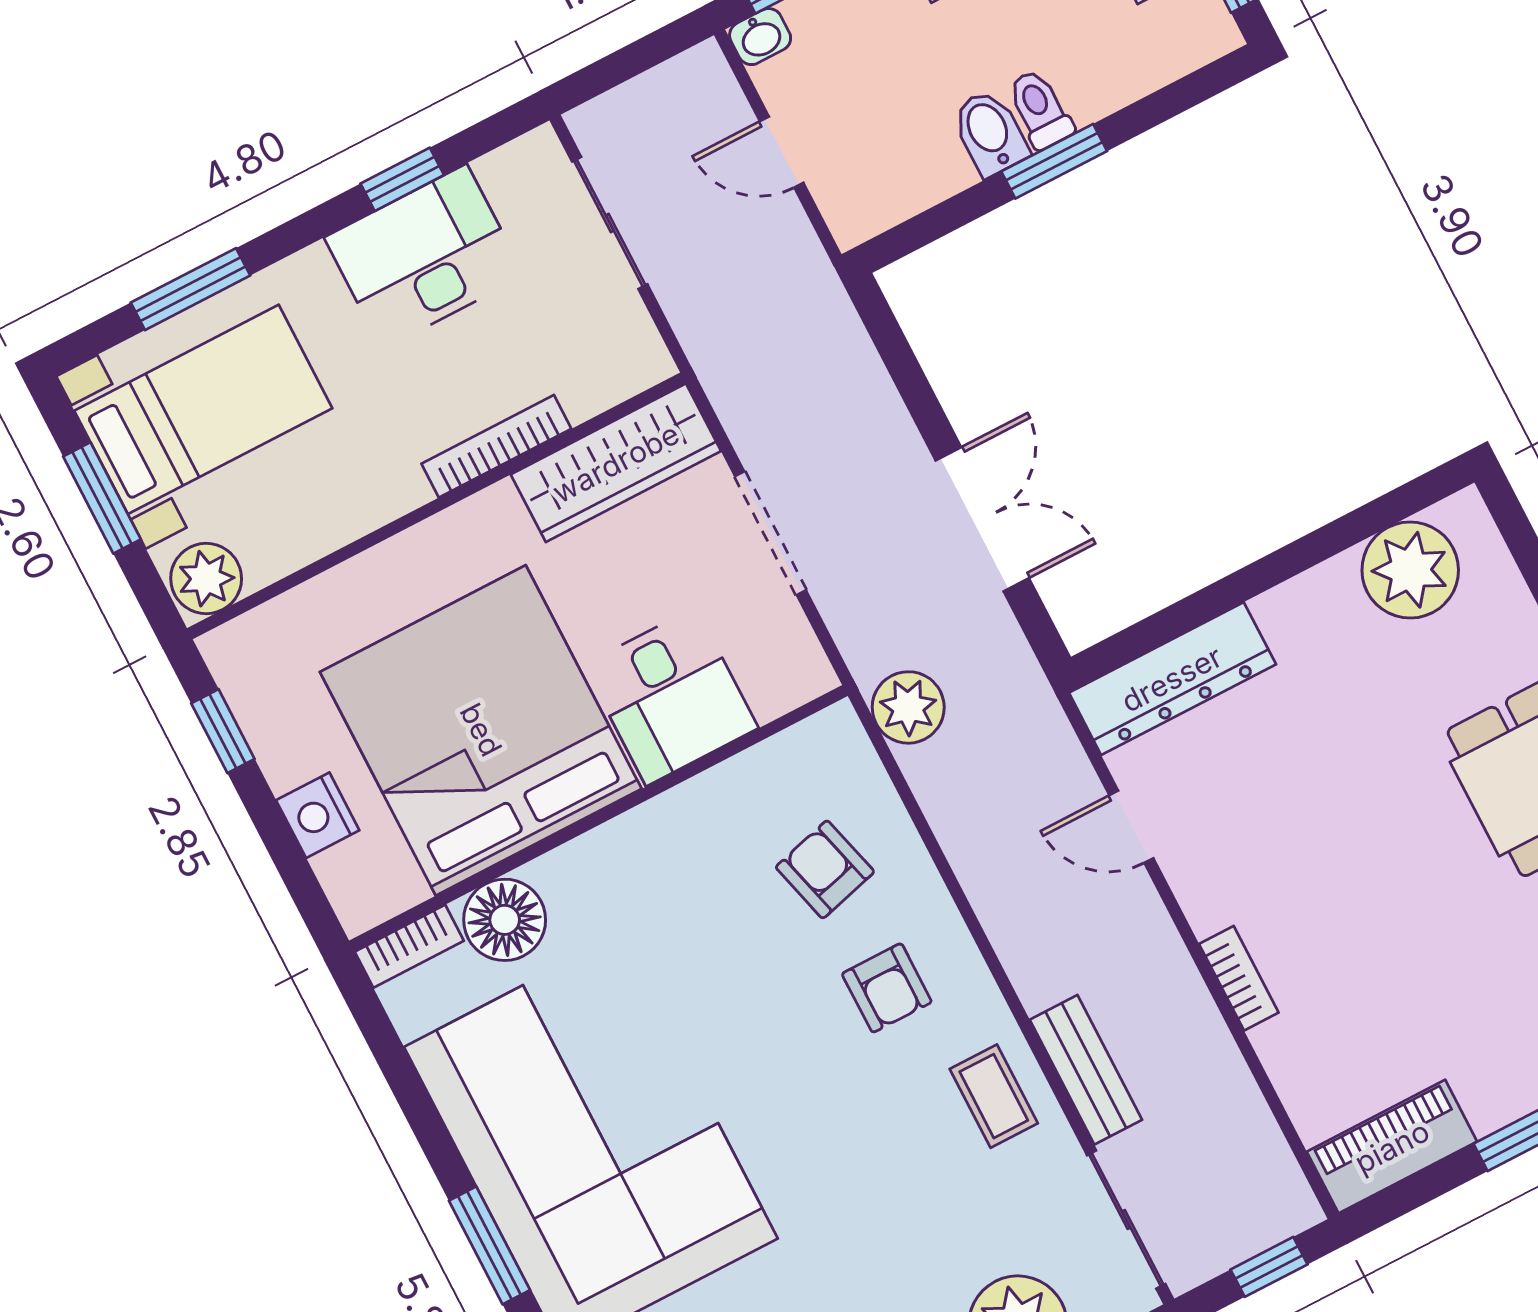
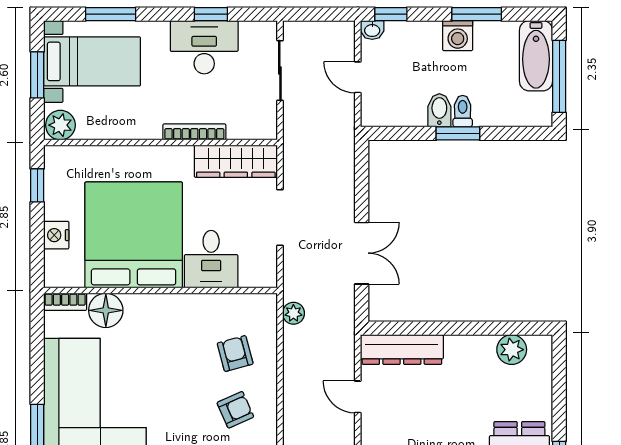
plant: (1410, 570) -> (512, 350), width x0.73, depth x0.73
plant: (908, 707) -> (293, 313), width x0.73, depth x0.73
armchair: (887, 988) -> (235, 410), turned -114

